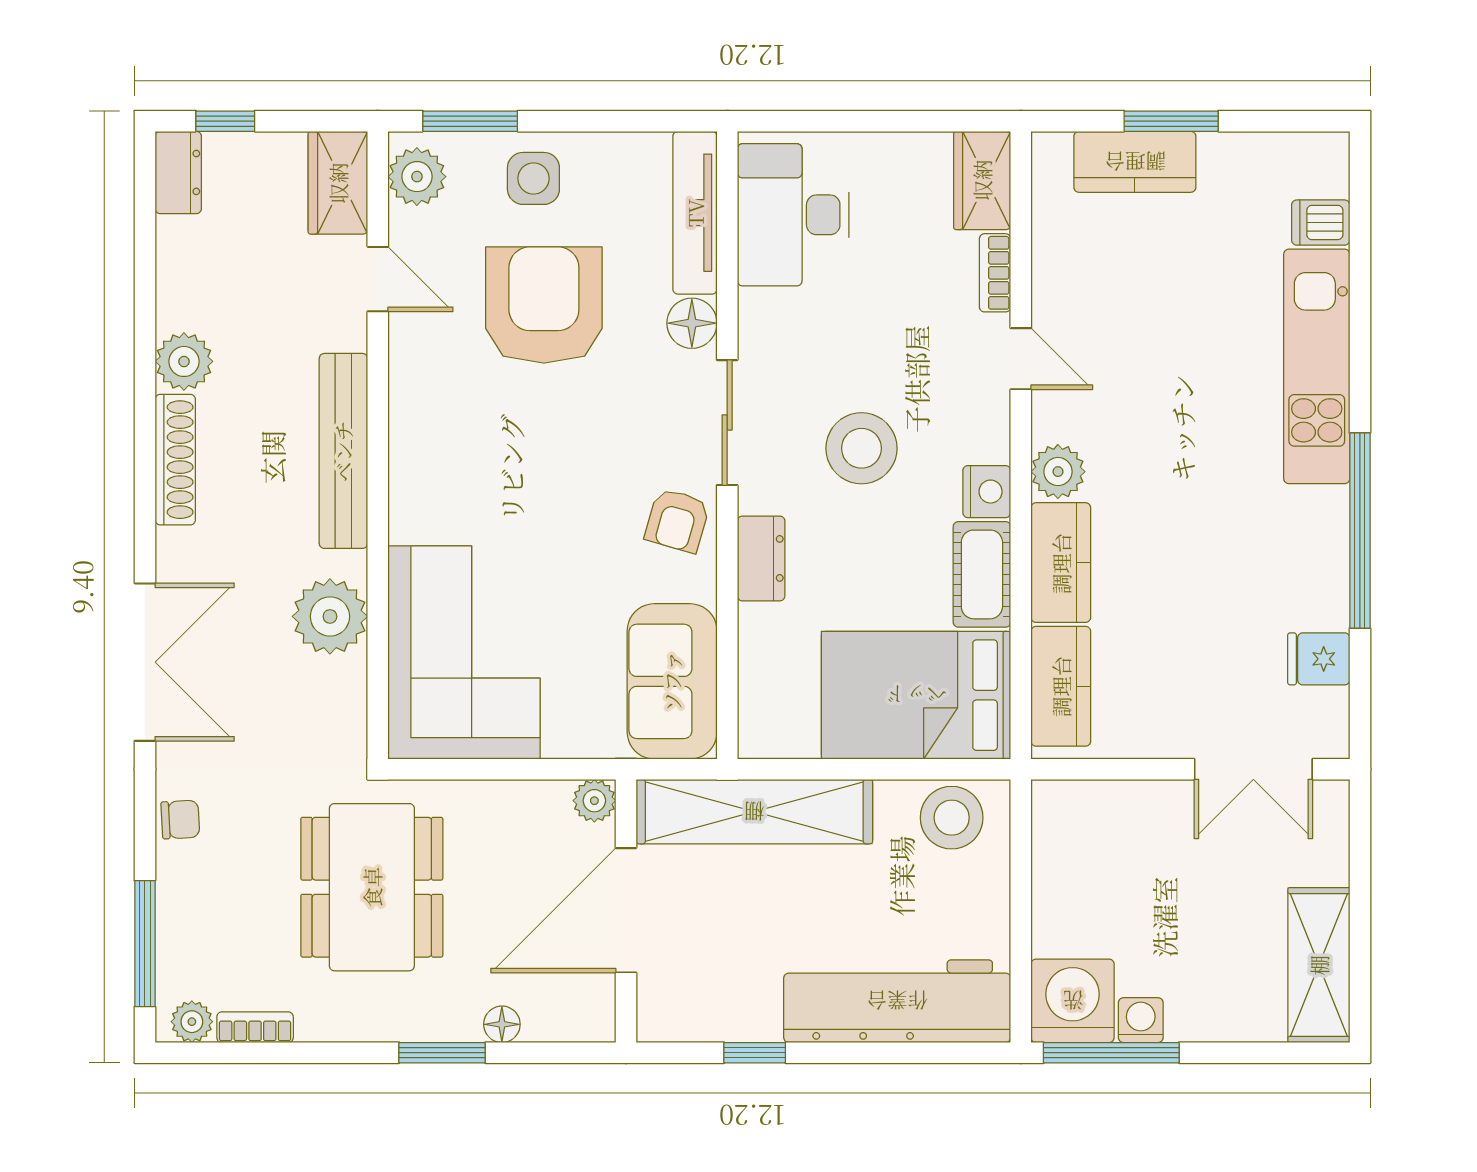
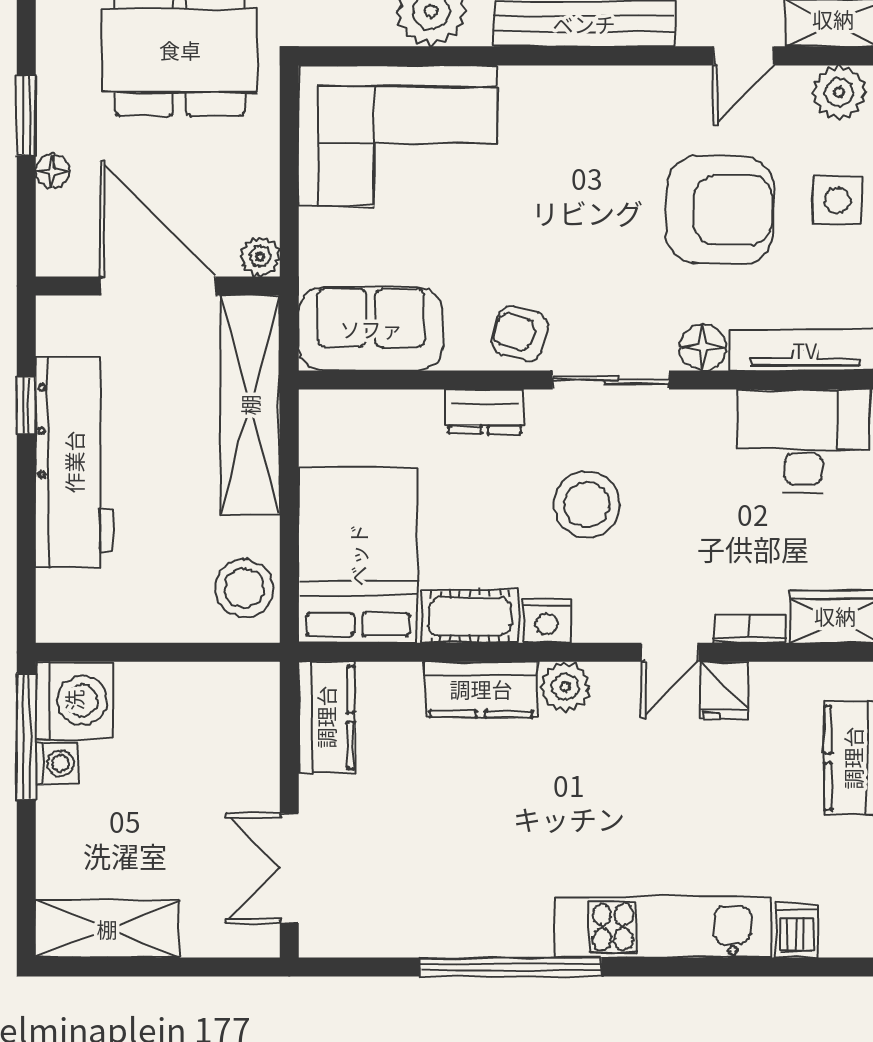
fridge: (1319, 659) -> (724, 691), moved, turned 180
kitchen counter: (1061, 686) -> (326, 717), moved, turned -90
workbench: (897, 1001) -> (74, 462), moved

